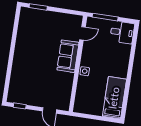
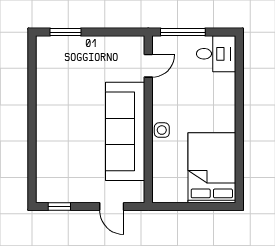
sofa: (68, 56) -> (125, 131), width x1.85, depth x1.27
bed: (114, 98) -> (212, 168), width x1.50

